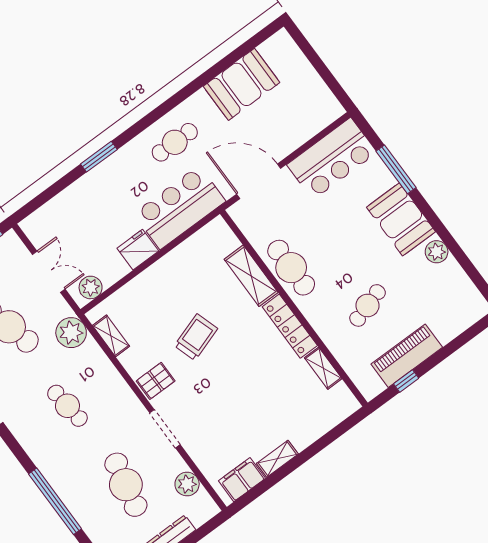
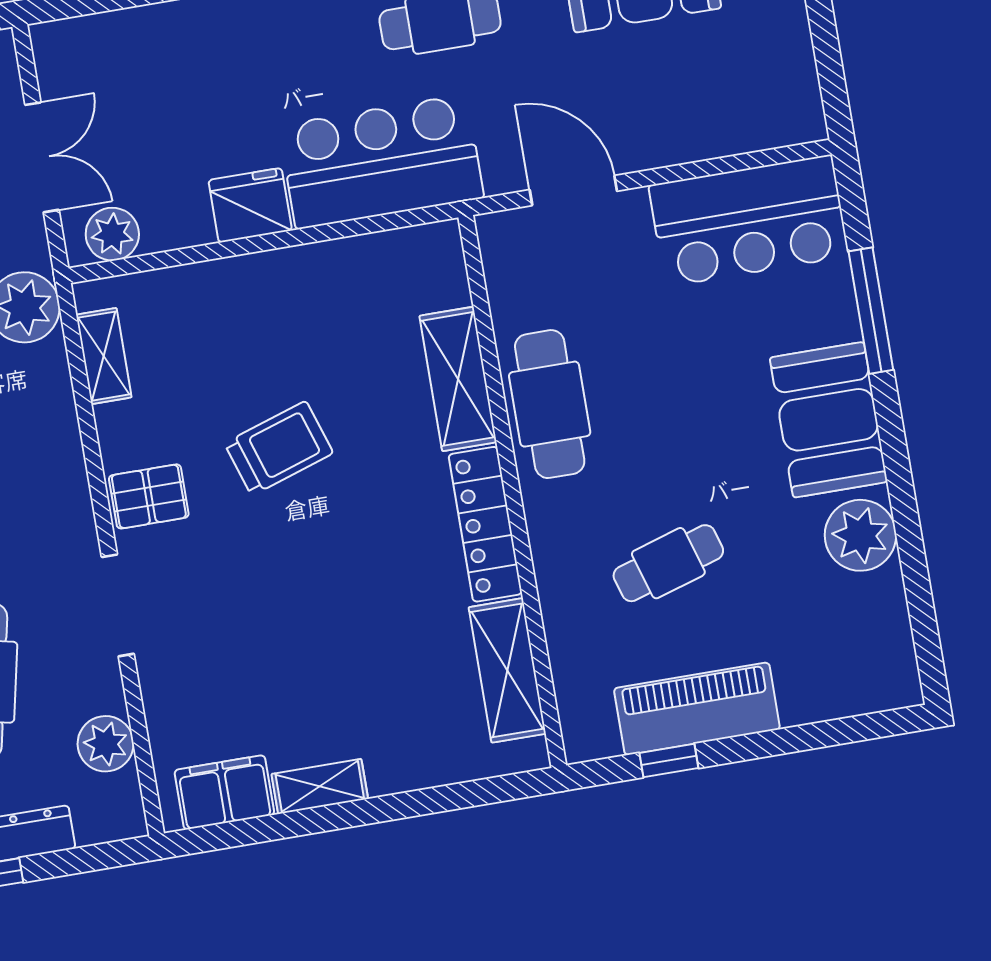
door: (259, 181) -> (573, 190), width x0.73
plant: (437, 252) -> (860, 535), width x1.36, depth x1.36
shelving: (323, 368) -> (507, 670), width x1.50, depth x1.33

